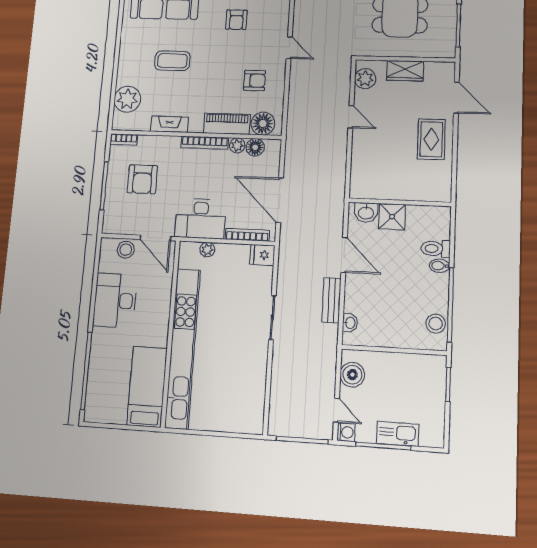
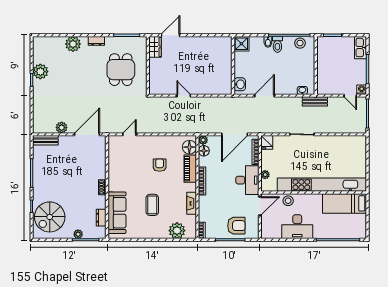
armchair: (236, 20) -> (126, 168), removed
door: (289, 48) -> (129, 134), moved
wardrobe: (405, 71) -> (155, 47), moved
plant: (365, 79) -> (160, 88), removed
armchair: (255, 81) -> (160, 165), moved
door: (351, 117) -> (184, 96), hinge flipped
rug: (431, 139) -> (196, 49), removed
plant: (237, 145) -> (203, 140), moved
armchair: (142, 179) -> (236, 226), moved
shower: (392, 217) -> (241, 44), moved
toilet: (436, 249) -> (277, 44), moved
stool: (126, 250) -> (288, 201), moved
bench: (331, 300) -> (315, 101), moved
boiler: (352, 375) -> (331, 88), removed
door: (336, 410) -> (350, 96), swing flipped
kitchen sink: (398, 434) -> (361, 48), moved

